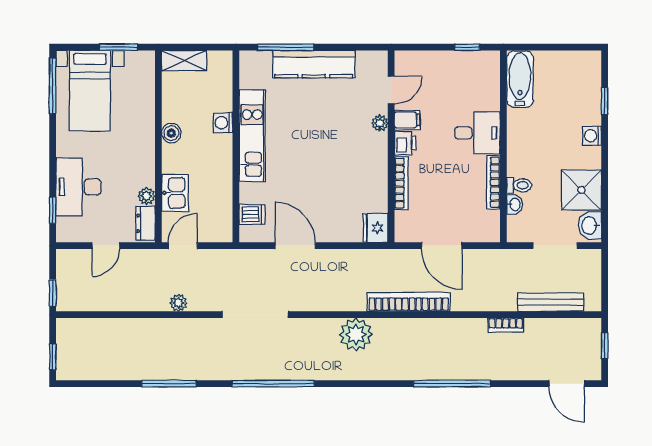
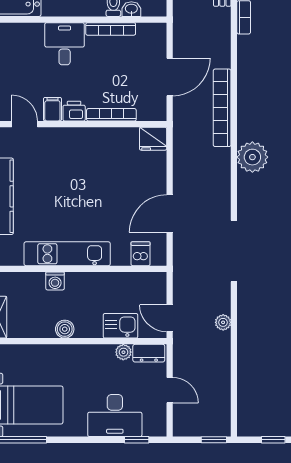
plant: (380, 123) -> (55, 135), removed

